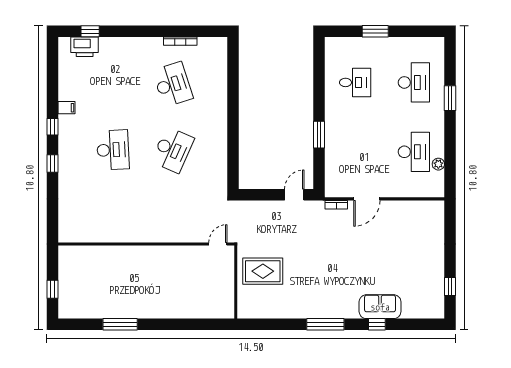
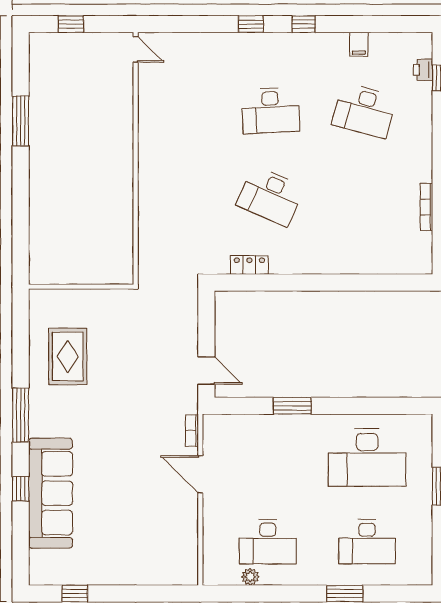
printer: (85, 47) -> (423, 70), width x0.53, depth x0.68
desk: (355, 82) -> (367, 457), width x1.87, depth x1.30
desk: (173, 84) -> (364, 111), moved, turned 33
filing cabinet: (67, 108) -> (359, 44), moved
locker: (221, 165) -> (249, 265), added
door: (218, 244) -> (136, 49), moved
rug: (263, 271) -> (68, 356), moved
sofa: (380, 307) -> (51, 493), width x1.85, depth x1.27

